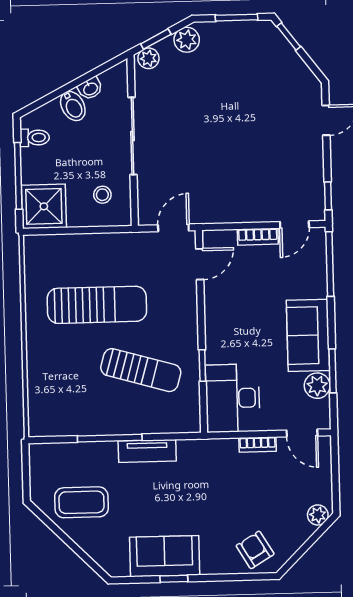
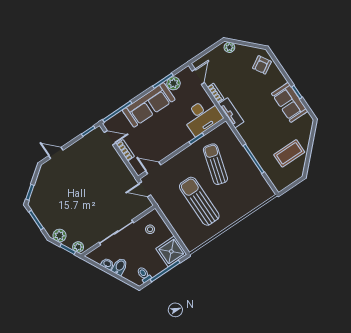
sofa: (308, 335) -> (149, 105), width x1.36
tv unit: (147, 451) -> (231, 113), moved
coffee table: (81, 502) -> (289, 153), turned 90

